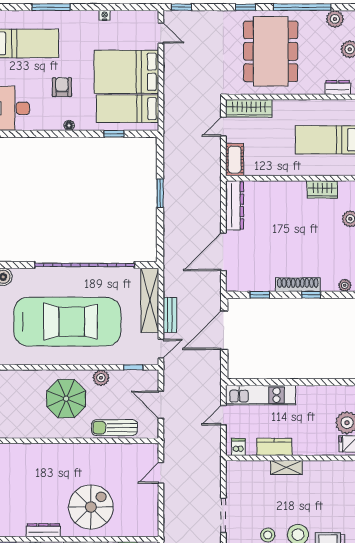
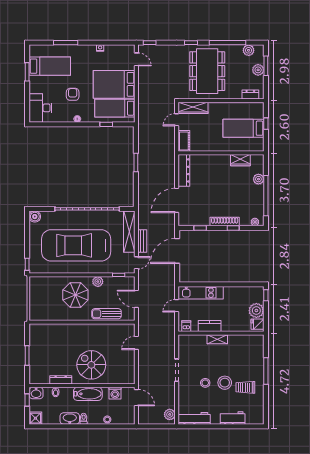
car: (67, 322) -> (76, 245), turned 180
spiral stairs: (91, 507) -> (91, 365), turned -90

